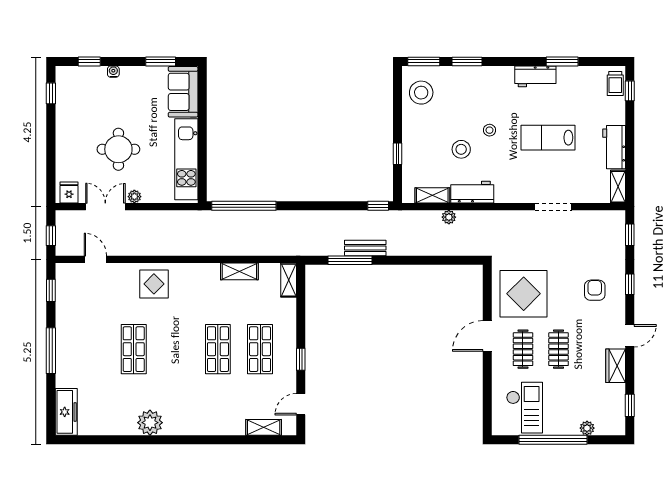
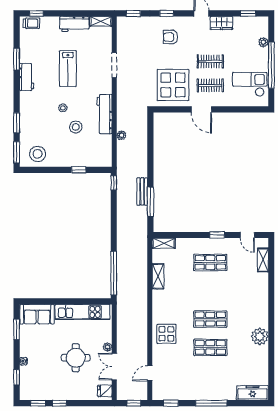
window: (51, 125) -> (59, 403), added
workbench: (472, 192) -> (105, 114), width x1.38
shelving: (432, 195) -> (107, 146), removed
shop shelf: (218, 349) -> (210, 319), moved

